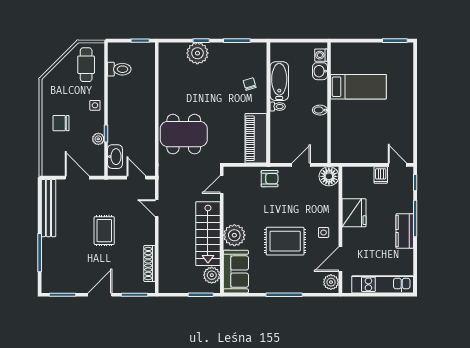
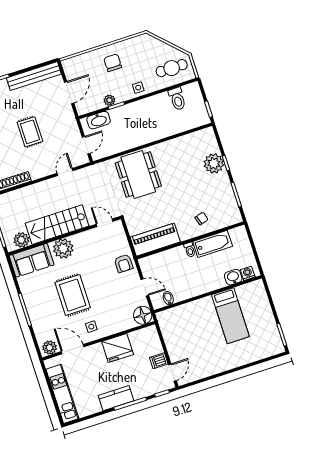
bidet: (320, 110) -> (168, 298), moved
rug: (104, 231) -> (30, 132), turned 90

